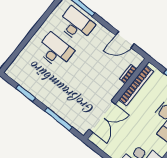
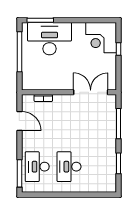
bookcase: (136, 86) -> (47, 85), removed

